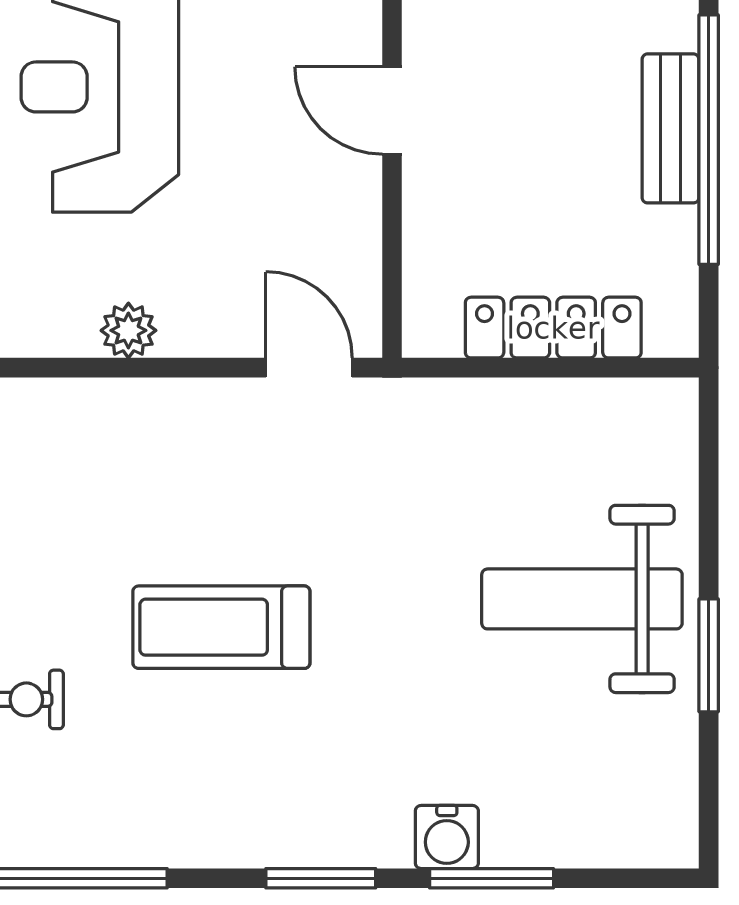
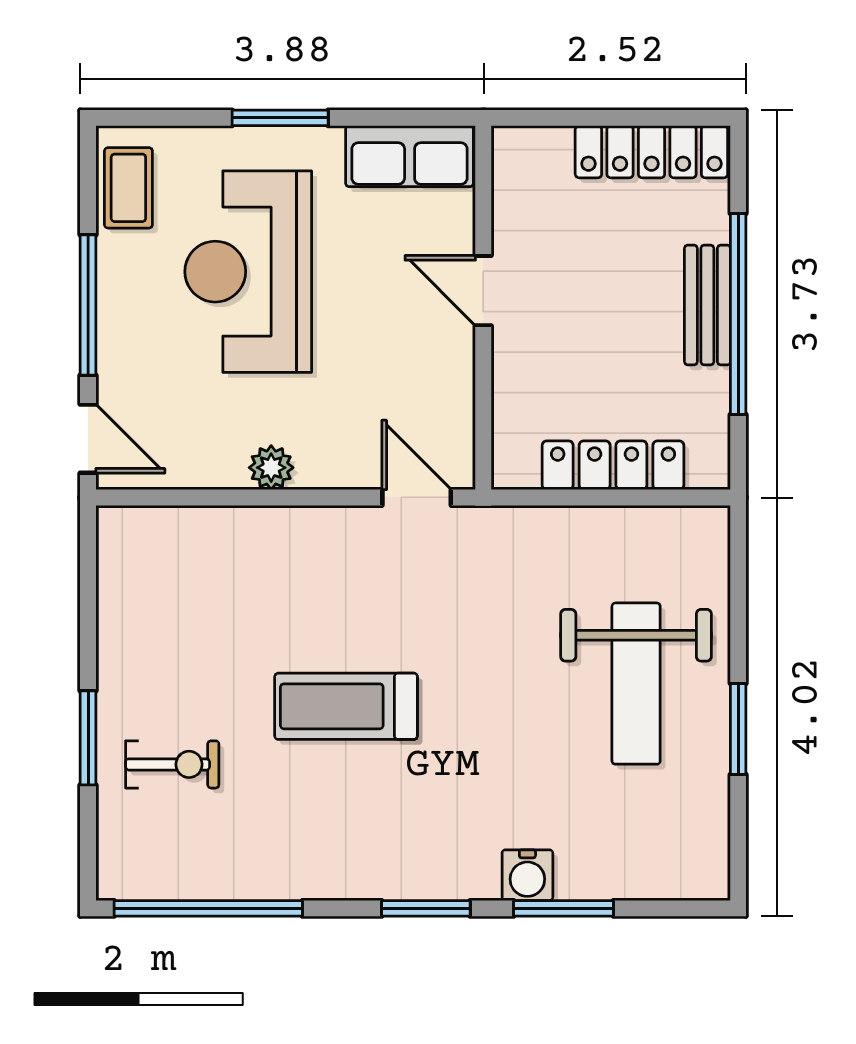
weight bench: (582, 599) -> (636, 684), turned -90

